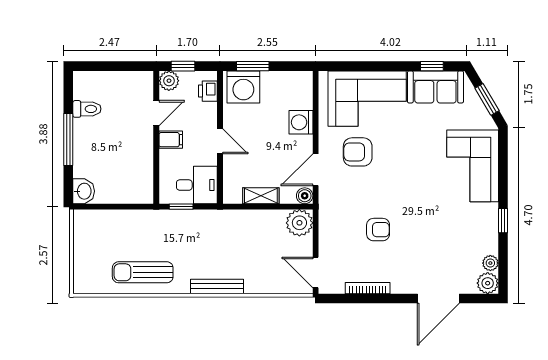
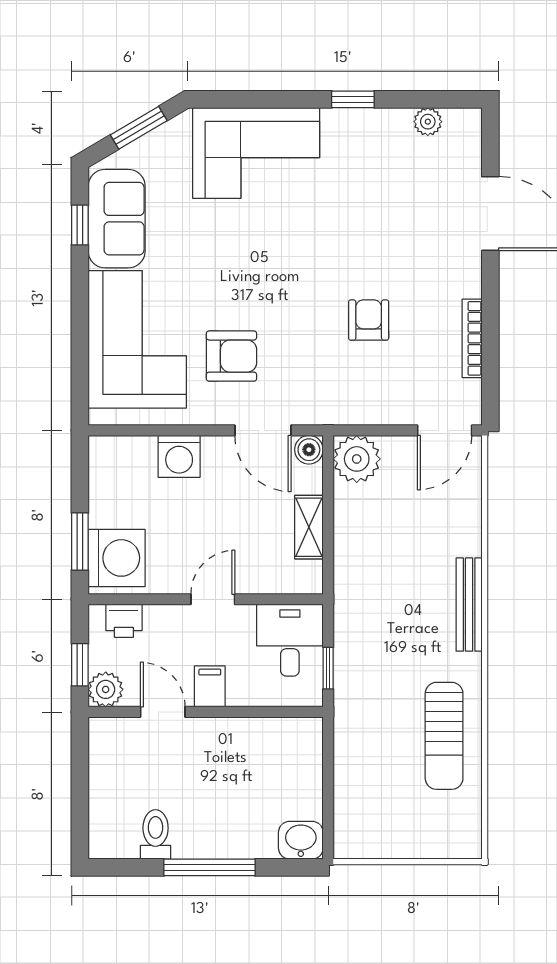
armchair: (358, 152) -> (231, 356), turned -90
plant: (488, 283) -> (463, 126), removed

